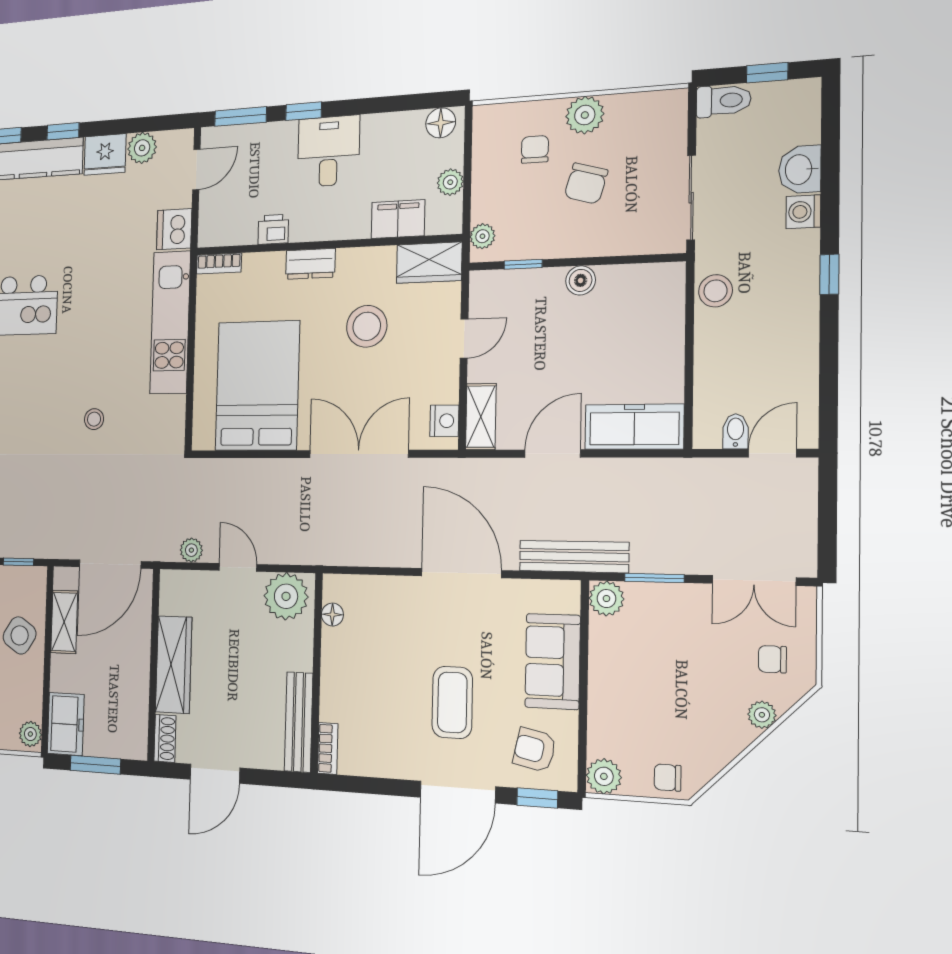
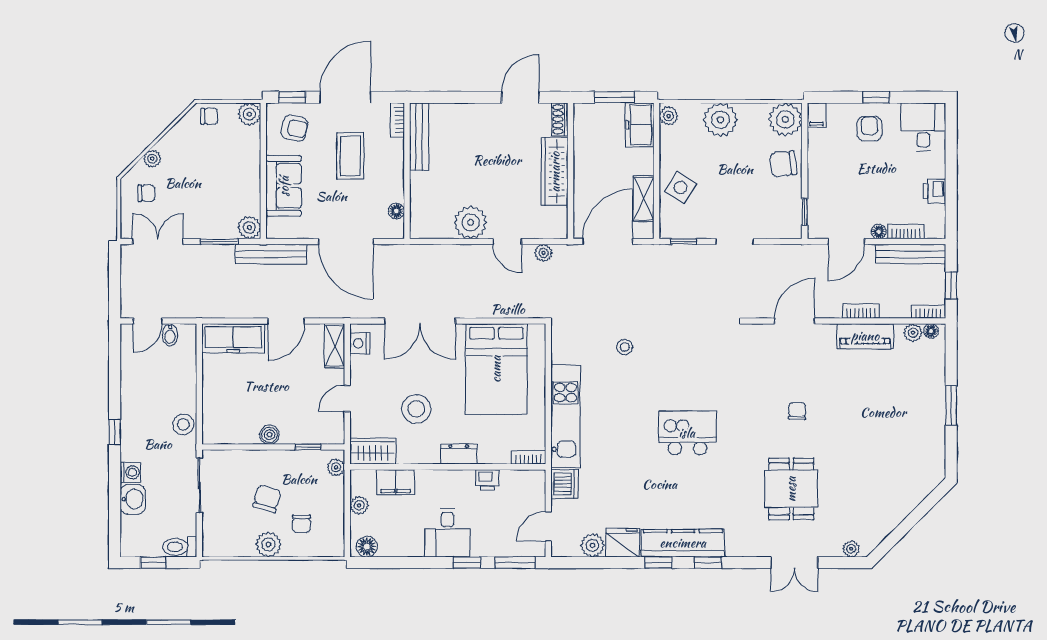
floor lamp: (332, 615) -> (396, 211), moved
wall: (316, 673) -> (407, 171), moved
bench: (299, 722) -> (419, 137), moved
bookcase: (328, 748) -> (397, 120), moved

